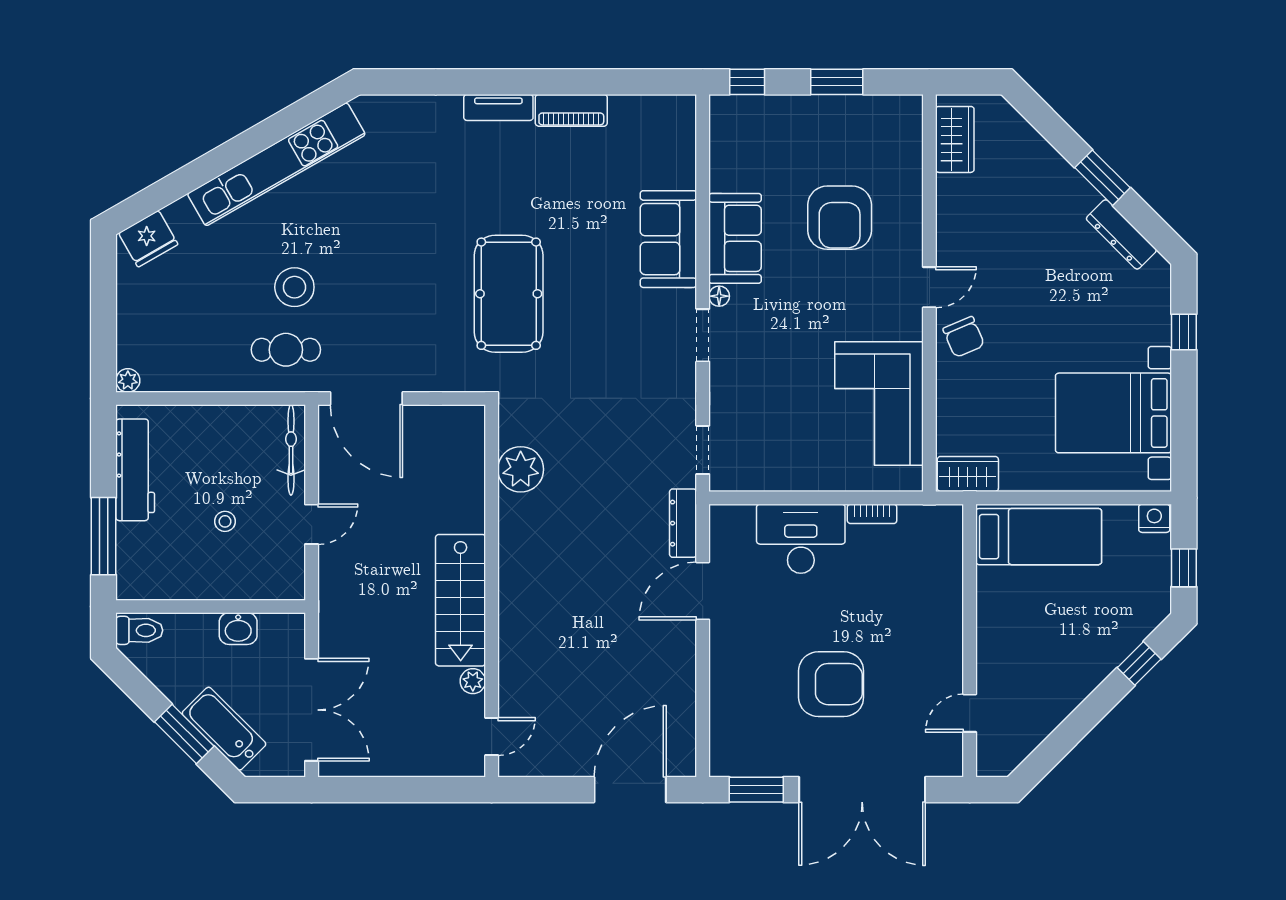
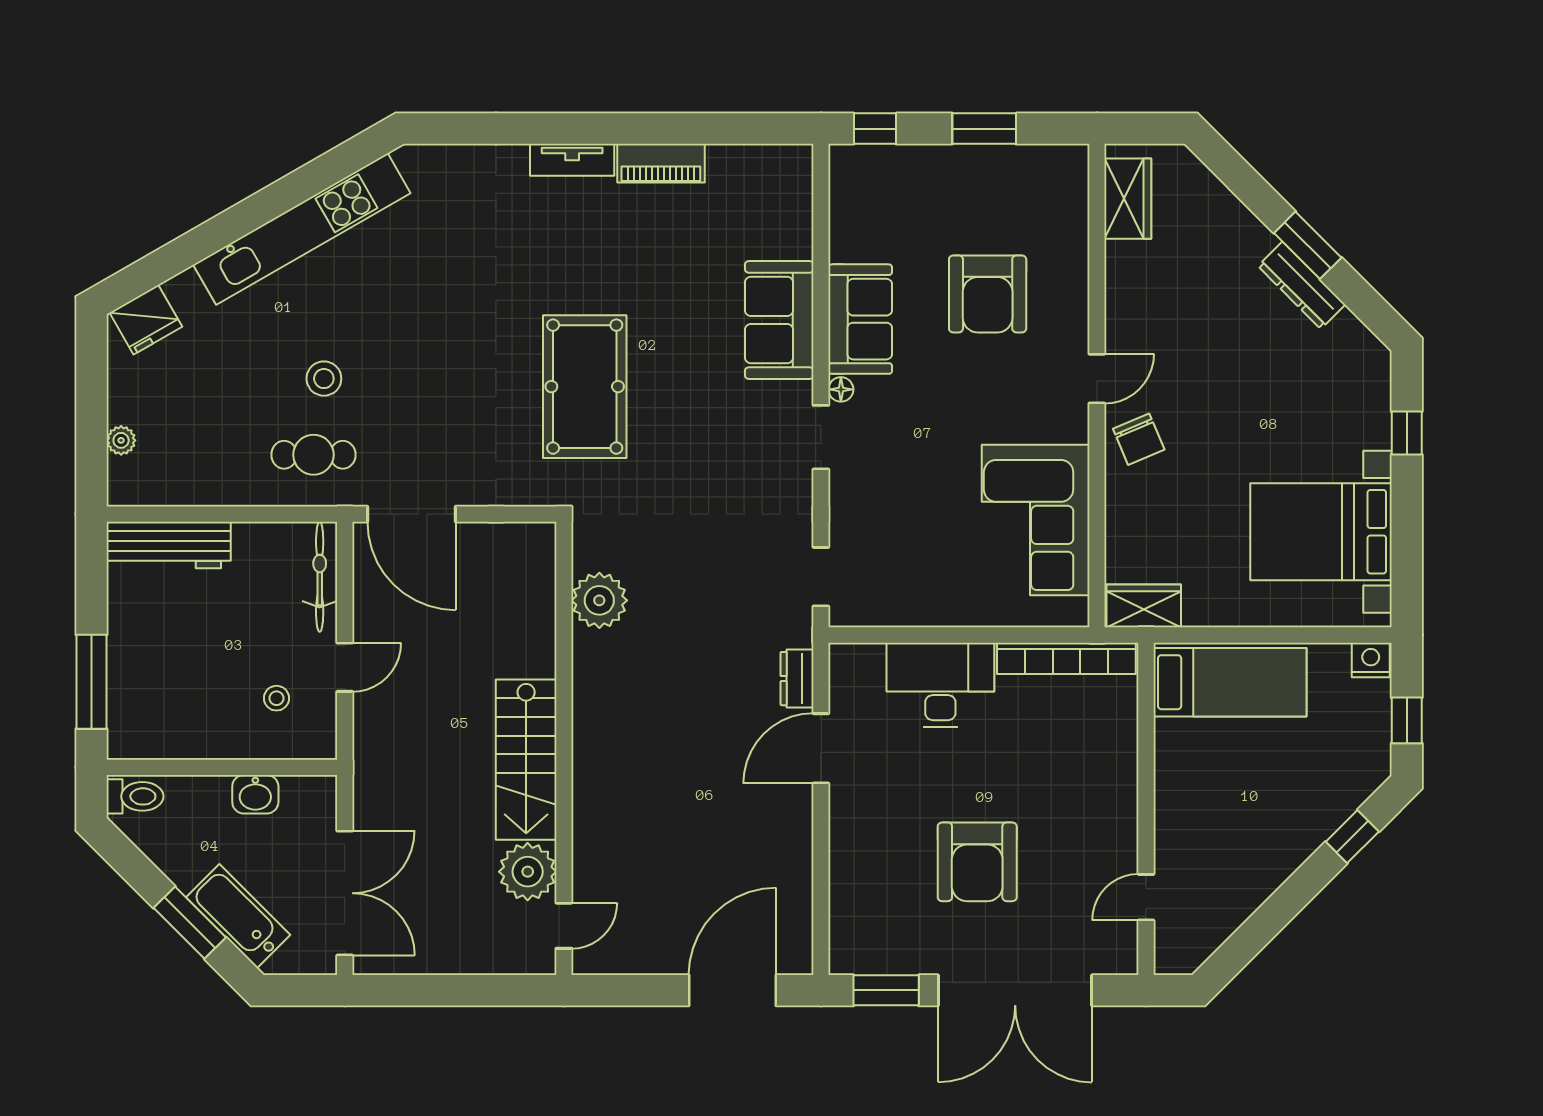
dresser: (1121, 234) -> (1302, 285), moved
stool: (294, 287) -> (324, 379), width x0.73, depth x0.73
plant: (128, 380) -> (121, 440), moved
workbench: (135, 470) -> (169, 545), moved, turned 90
bookcase: (872, 514) -> (1066, 658), width x2.31, depth x1.31
stool: (225, 521) -> (277, 698), moved
dresser: (683, 523) -> (797, 679), width x0.70
plant: (473, 681) -> (528, 872), width x1.88, depth x1.88
armchair: (831, 684) -> (977, 862), turned 90

